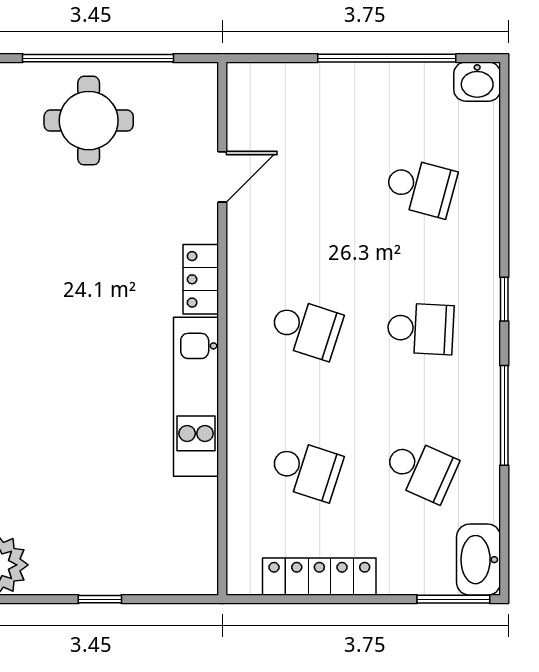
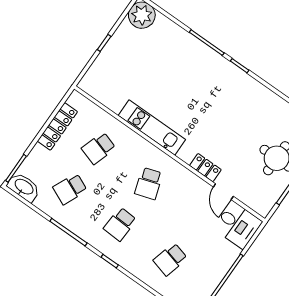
desk: (266, 105) -> (238, 225), added
locker: (201, 279) -> (205, 168), moved
school desk: (306, 329) -> (149, 183), turned -36

